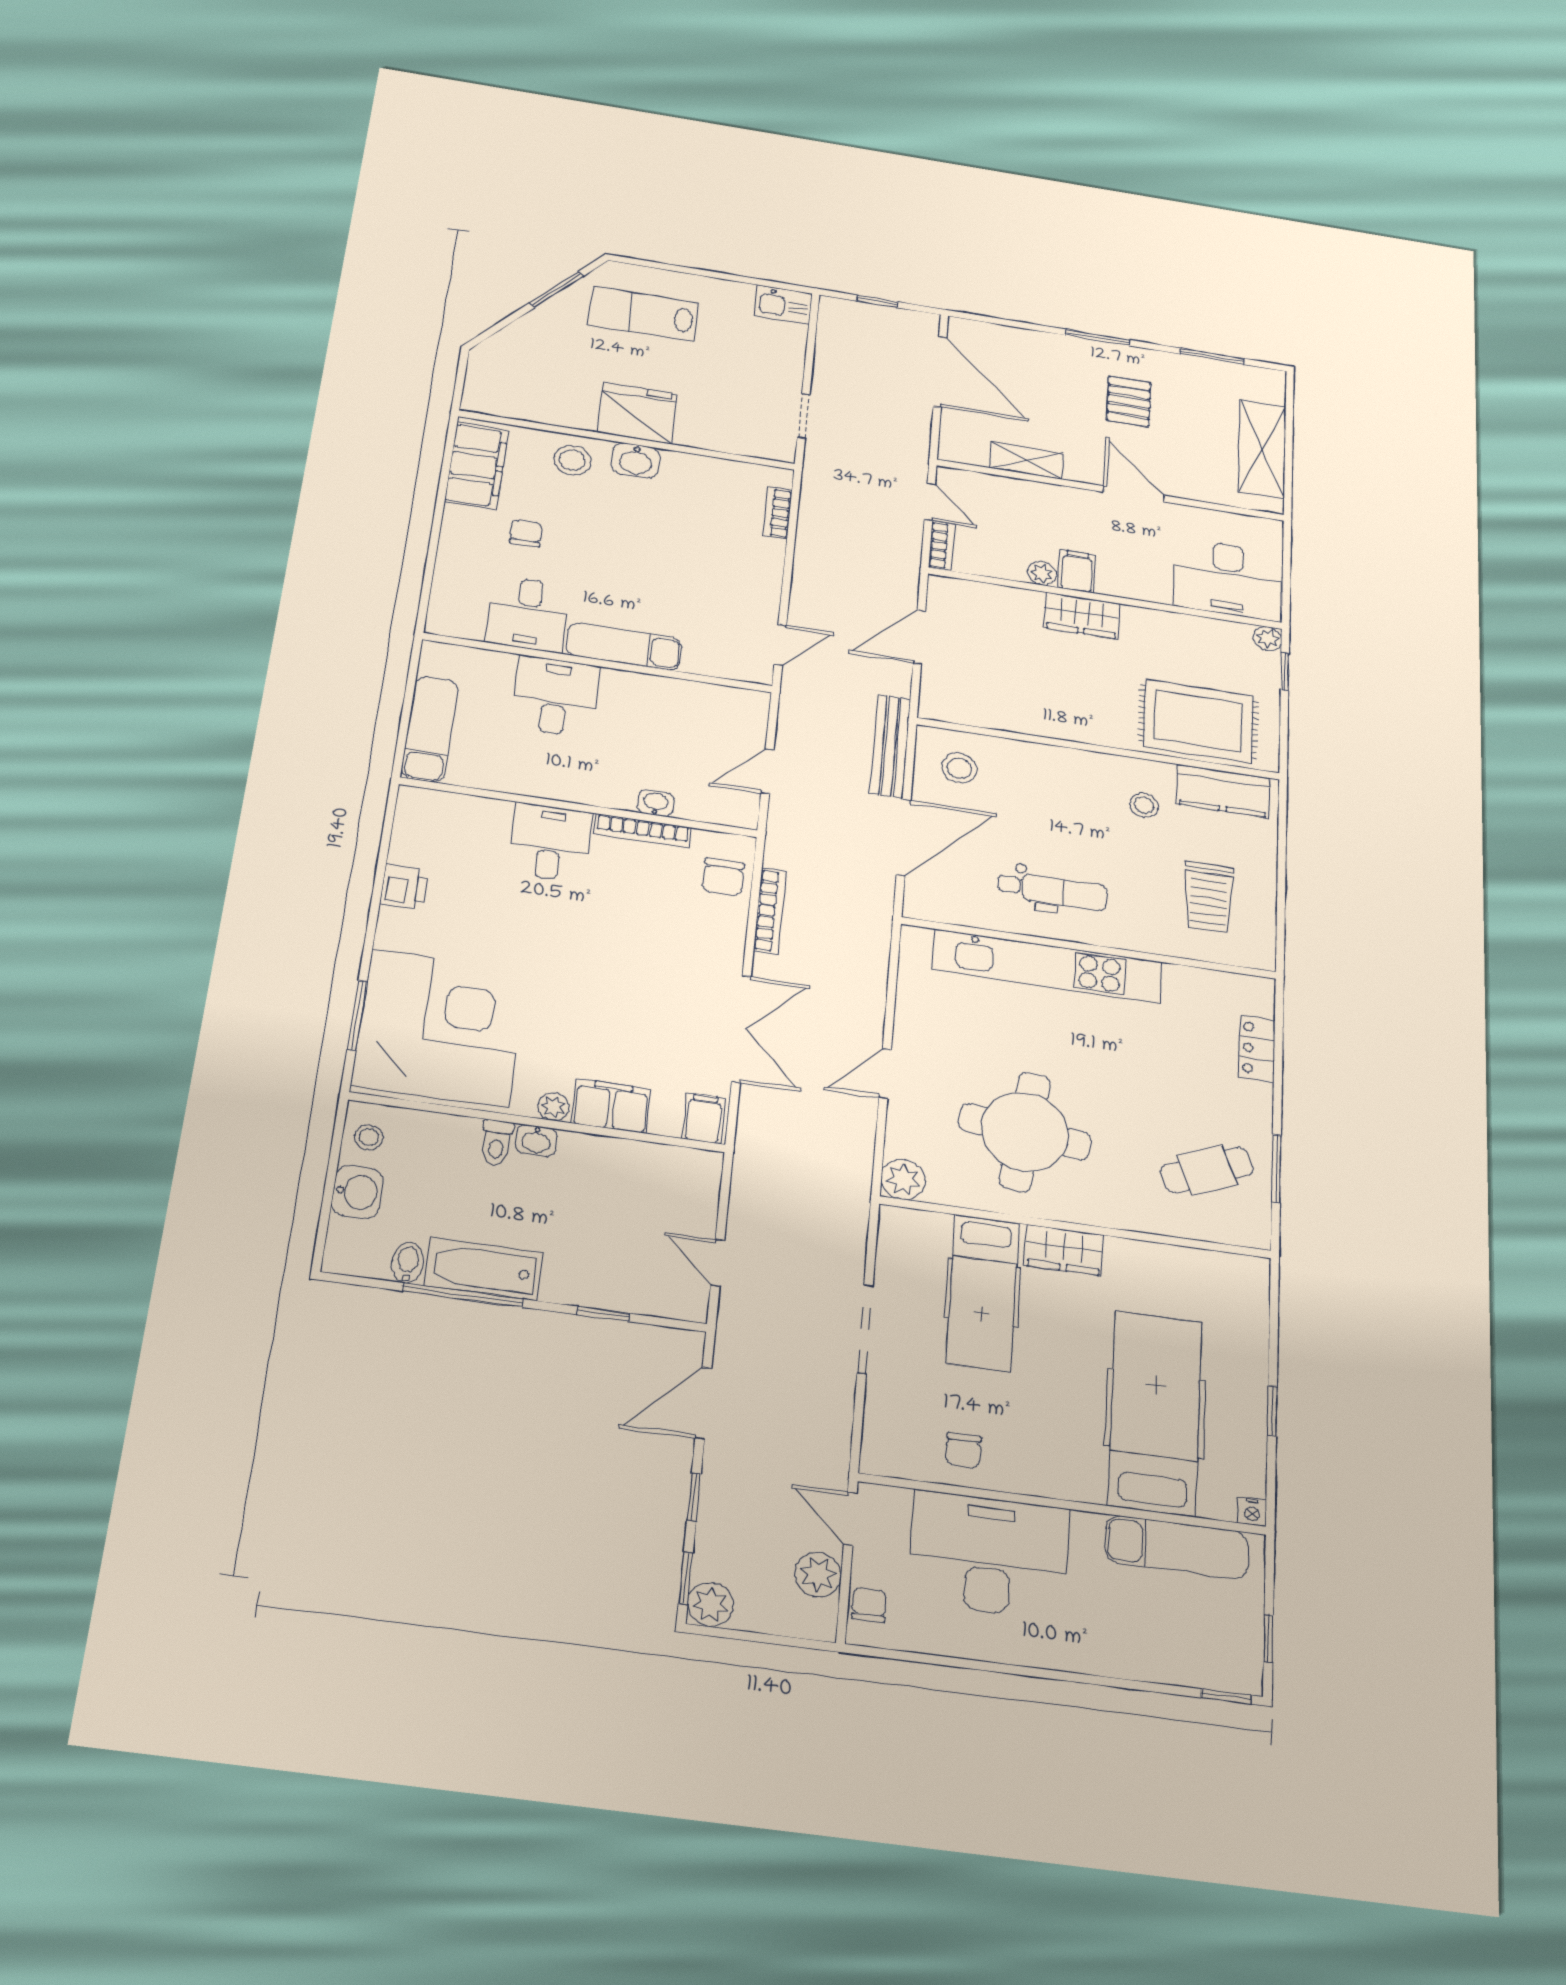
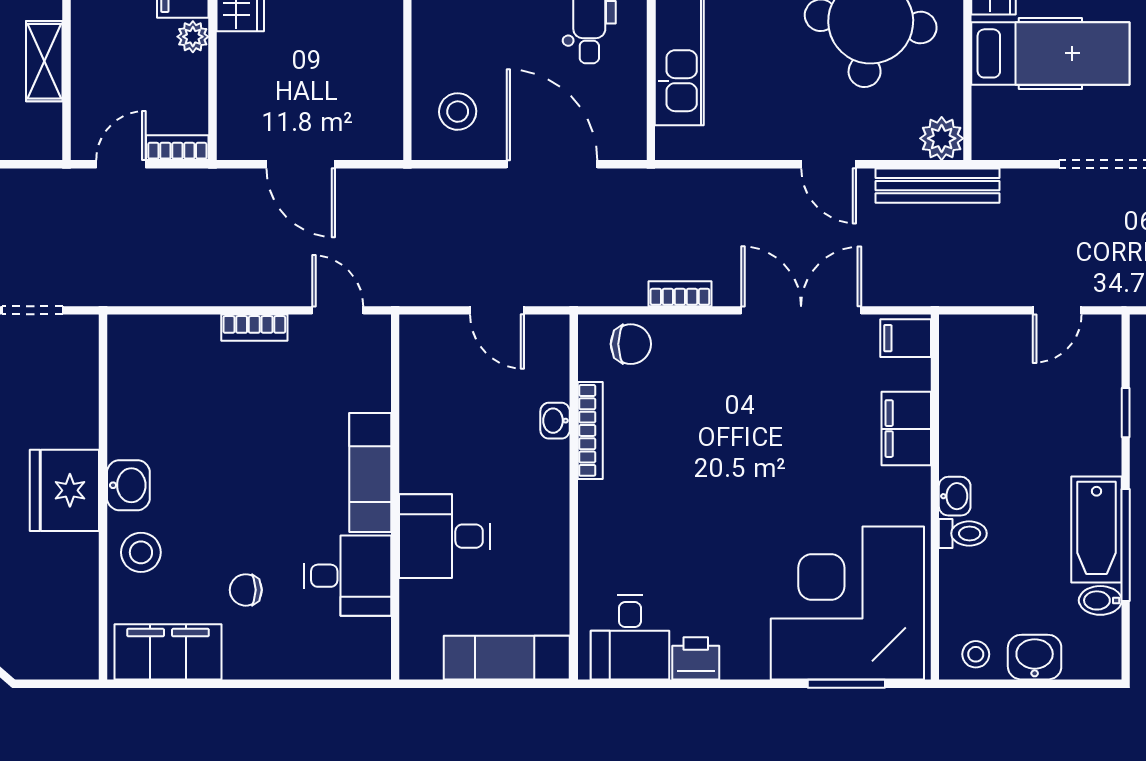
bookcase: (778, 513) -> (254, 328), moved
bench: (890, 746) -> (937, 186), moved
desk: (550, 842) -> (630, 637), moved, turned -90
bookcase: (770, 911) -> (680, 294), width x0.64
plant: (554, 1107) -> (916, 484), removed

